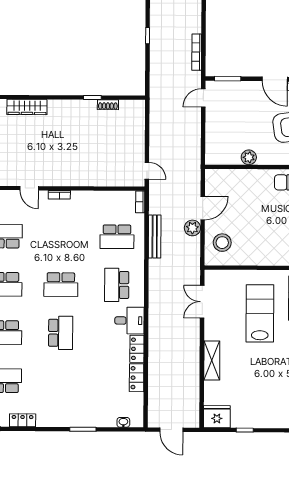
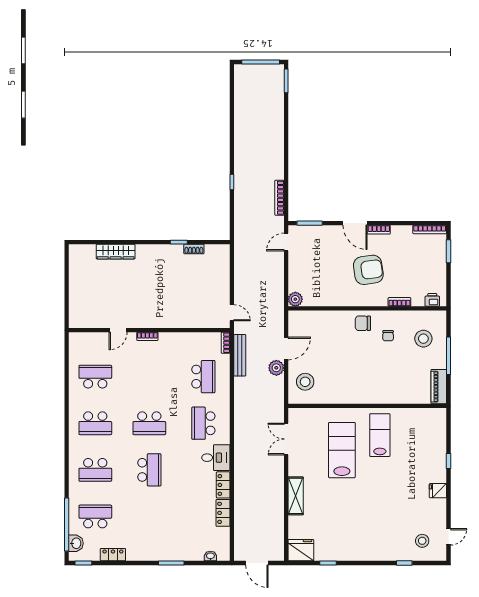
plant: (249, 157) -> (295, 299), moved
door: (29, 188) -> (118, 330), hinge flipped
bench: (155, 236) -> (240, 355), moved
school desk: (117, 237) -> (203, 377), turned -90

